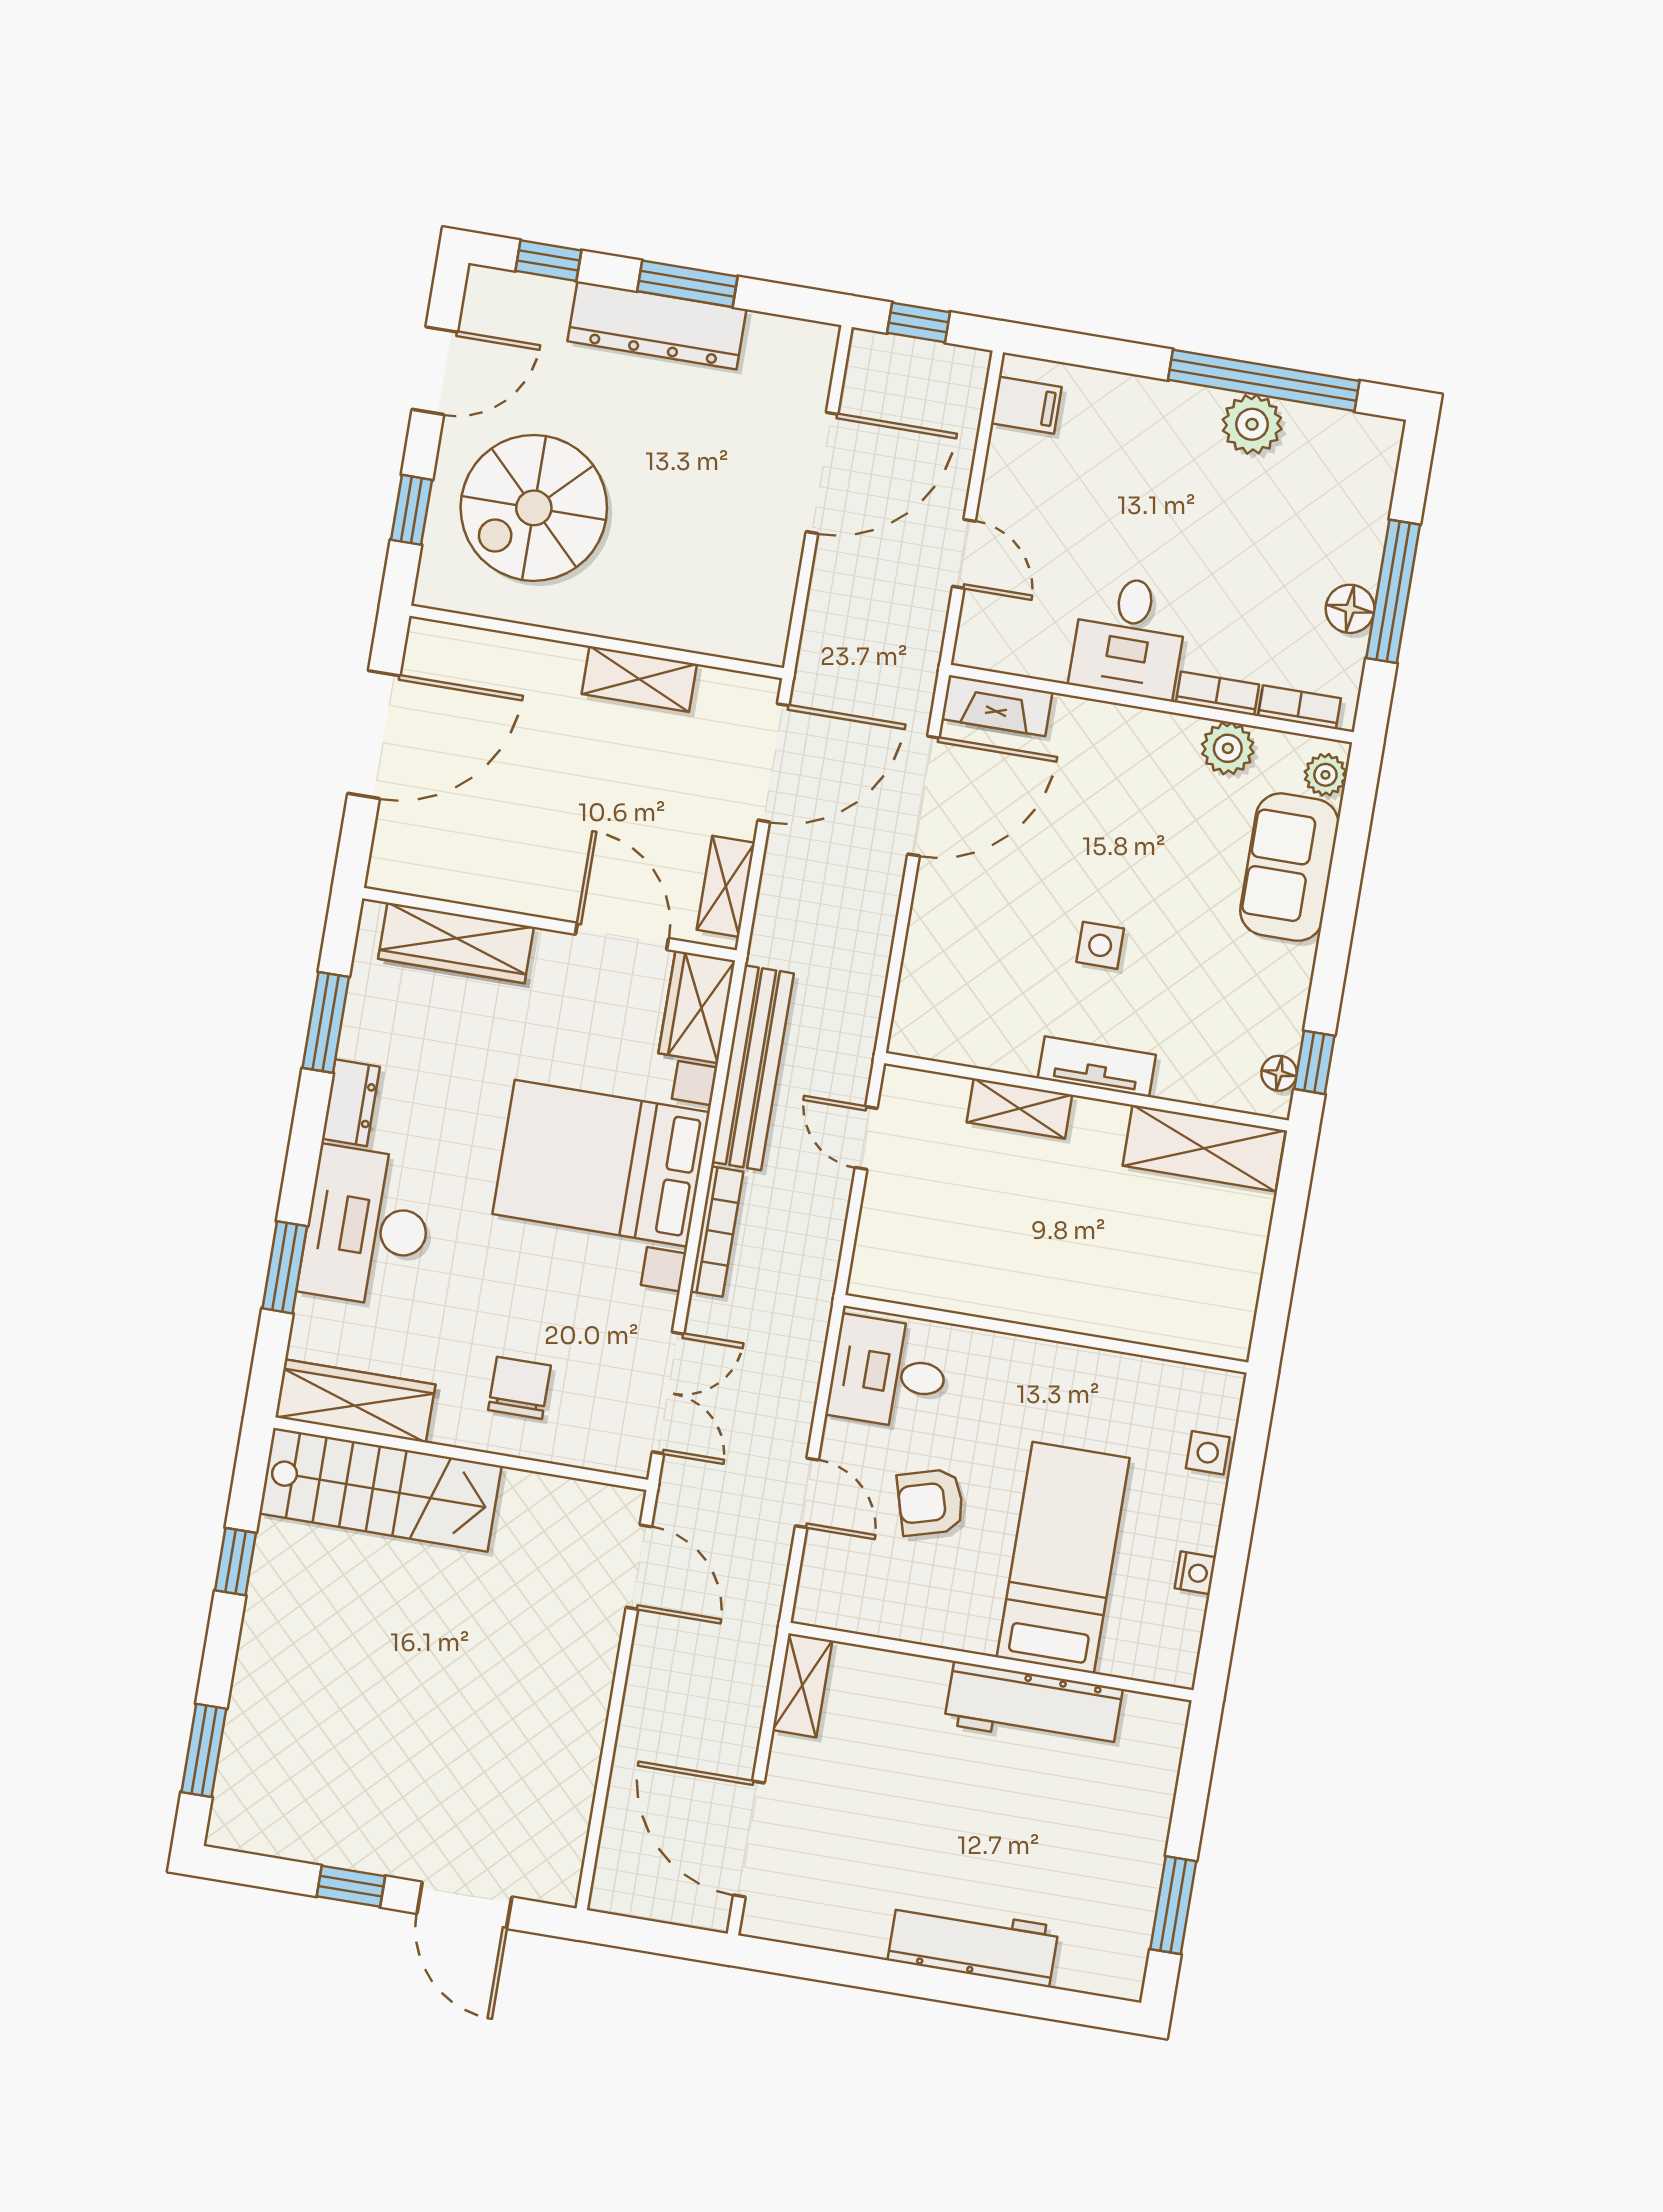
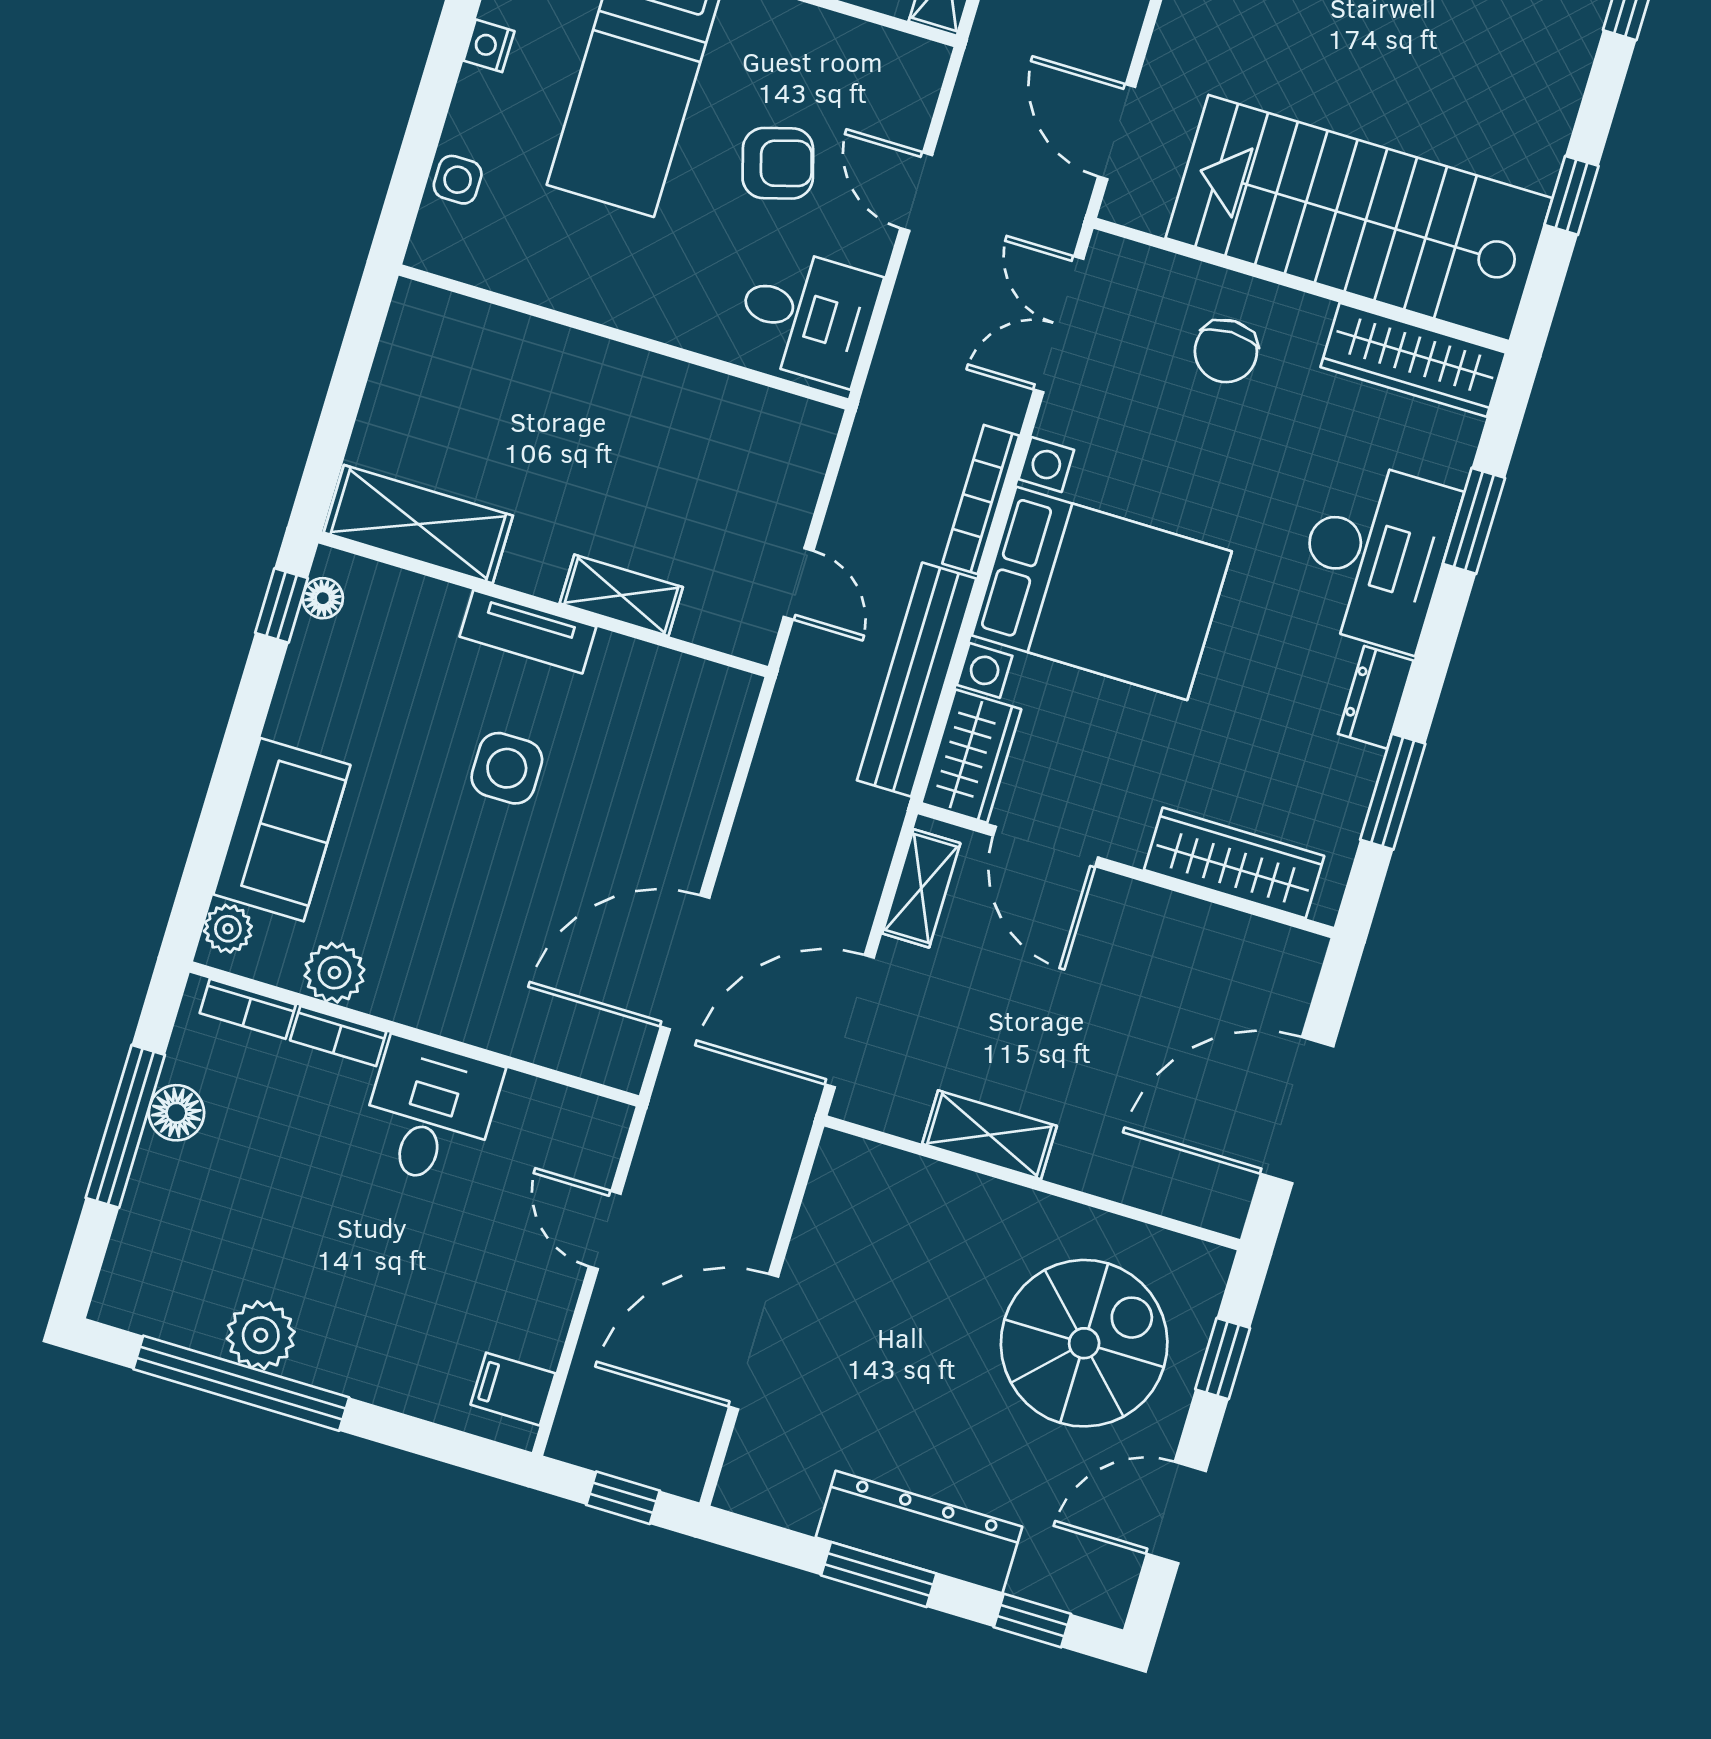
fireplace: (997, 706) -> (589, 1054), removed
side table: (1100, 945) -> (507, 768), width x1.37, depth x1.37
stairs: (380, 1490) -> (1359, 218), width x1.36, depth x1.51

